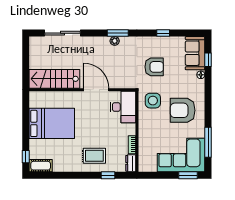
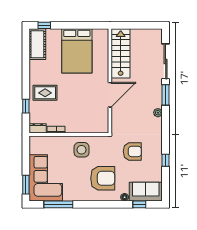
window: (118, 33) -> (166, 95), moved
armchair: (154, 67) -> (132, 151), turned -90
side table: (153, 101) -> (82, 150), moved
desk: (123, 107) -> (93, 121), removed
armchair: (183, 110) -> (103, 178), moved, turned 90
rug: (94, 156) -> (45, 93), turned 90
cot: (41, 166) -> (37, 44), width x1.37, depth x1.34

